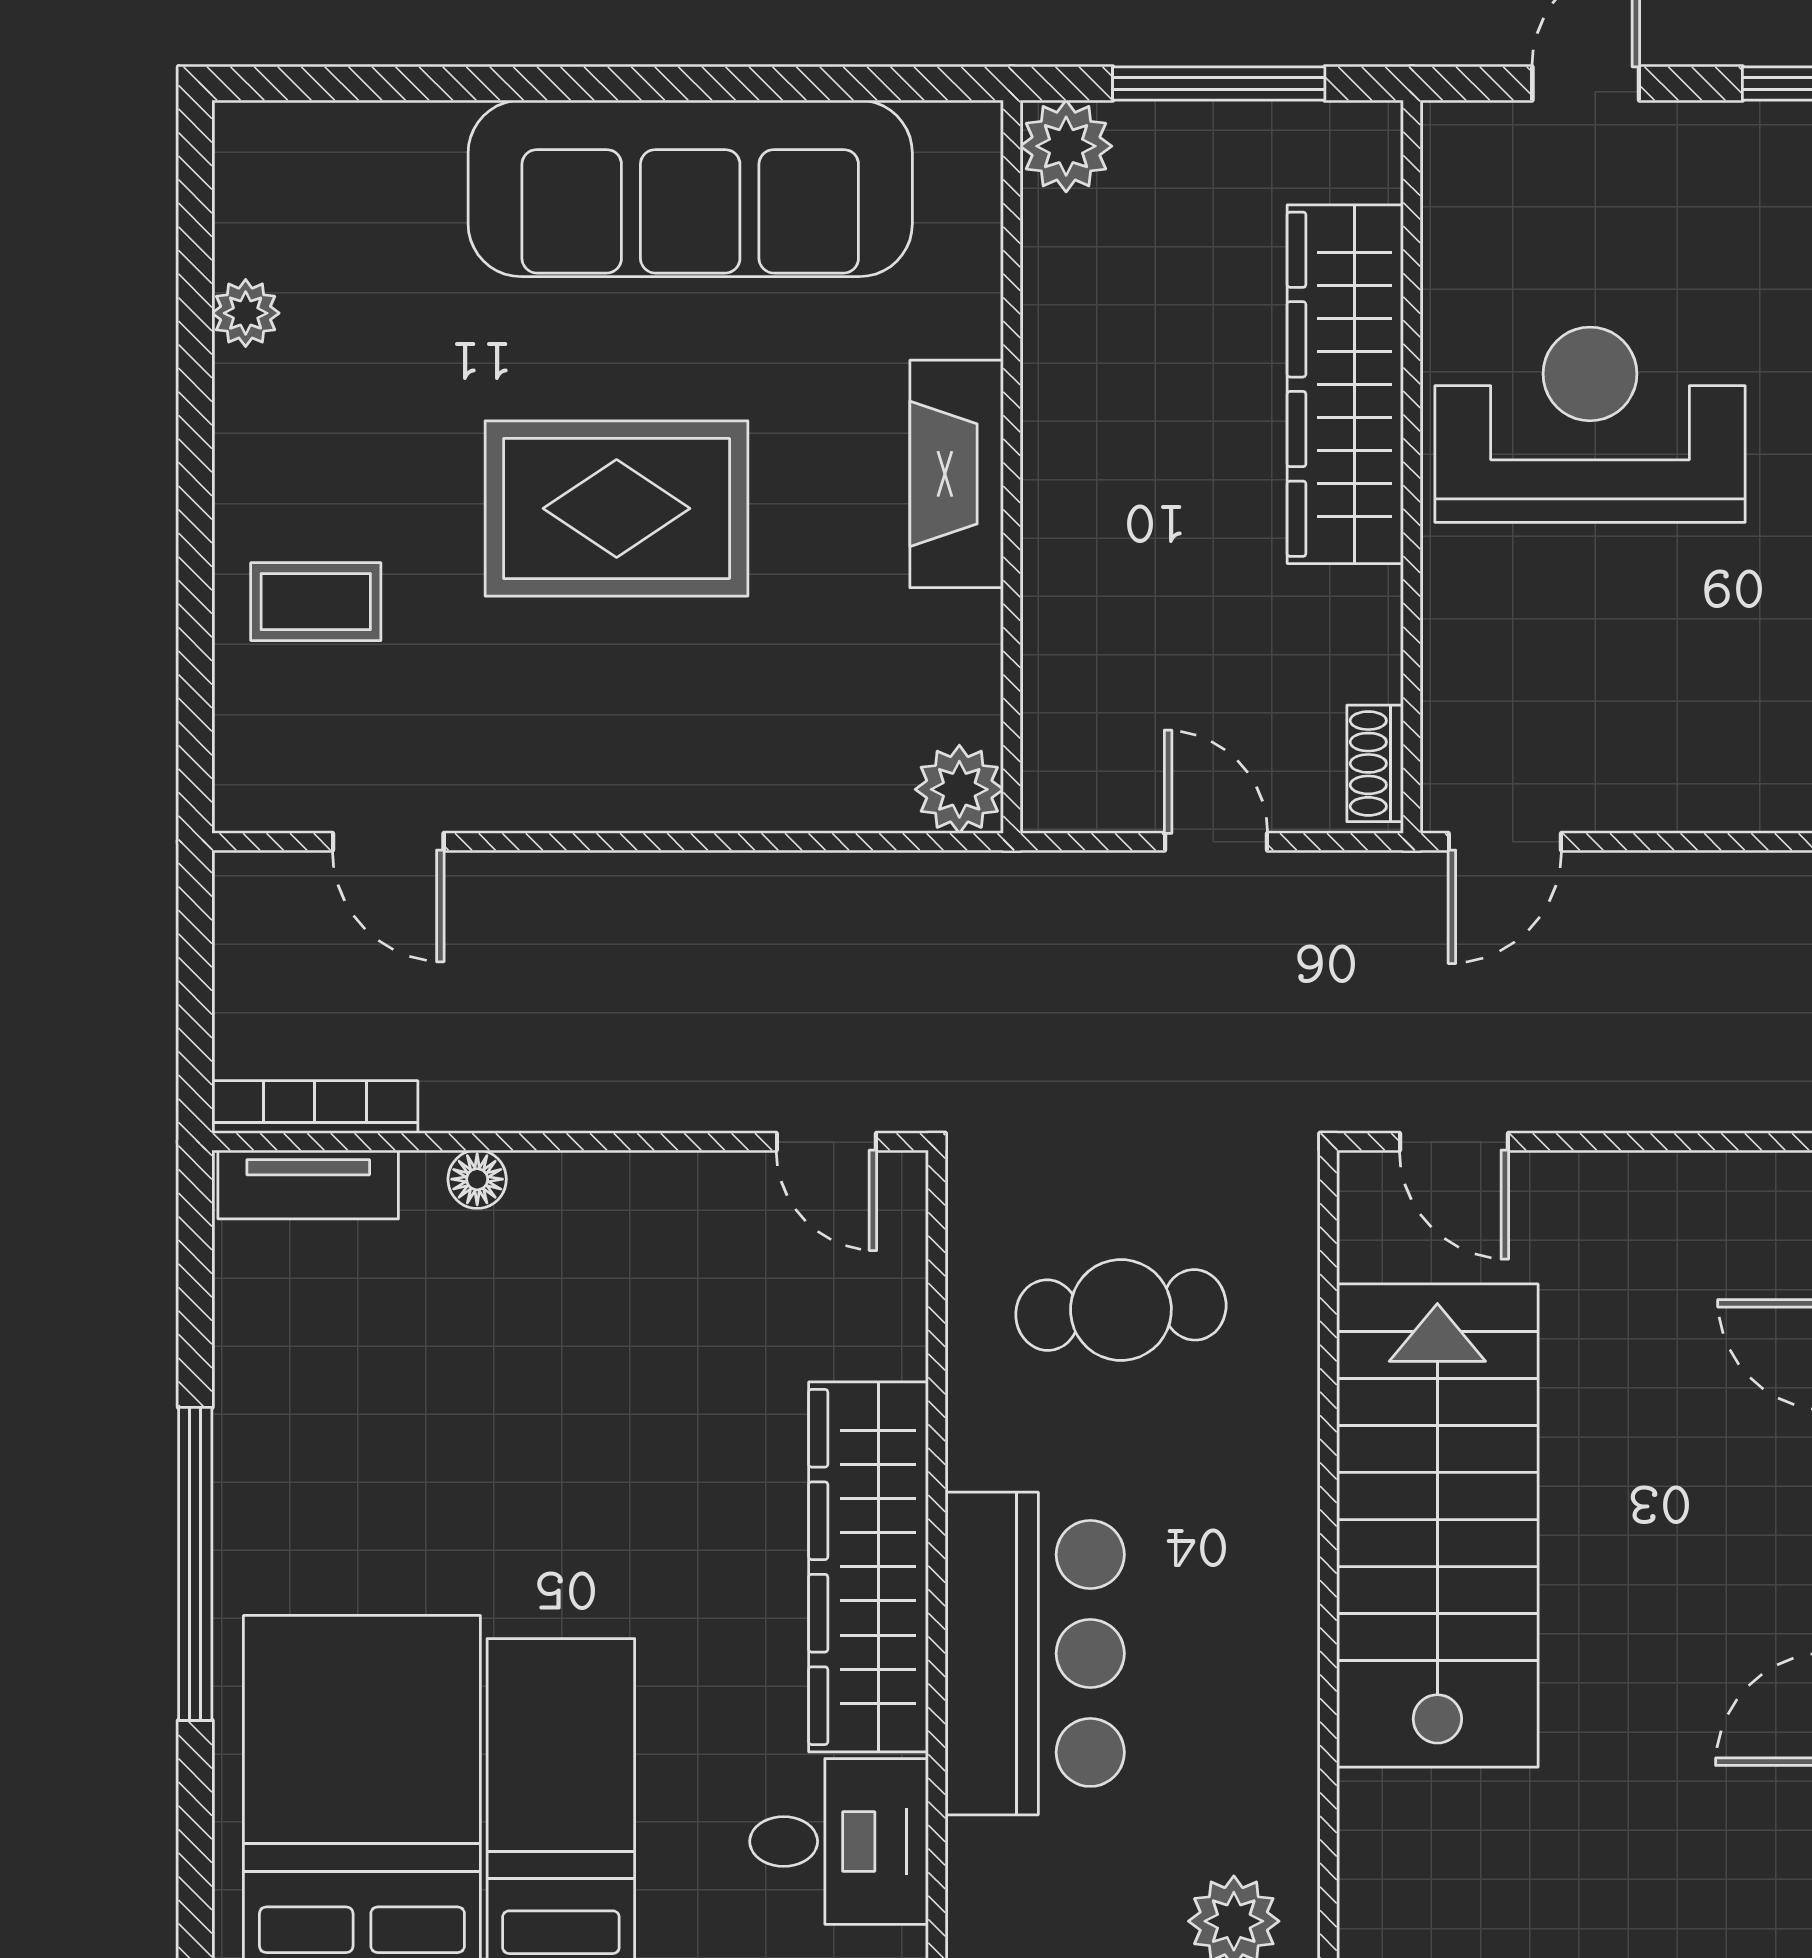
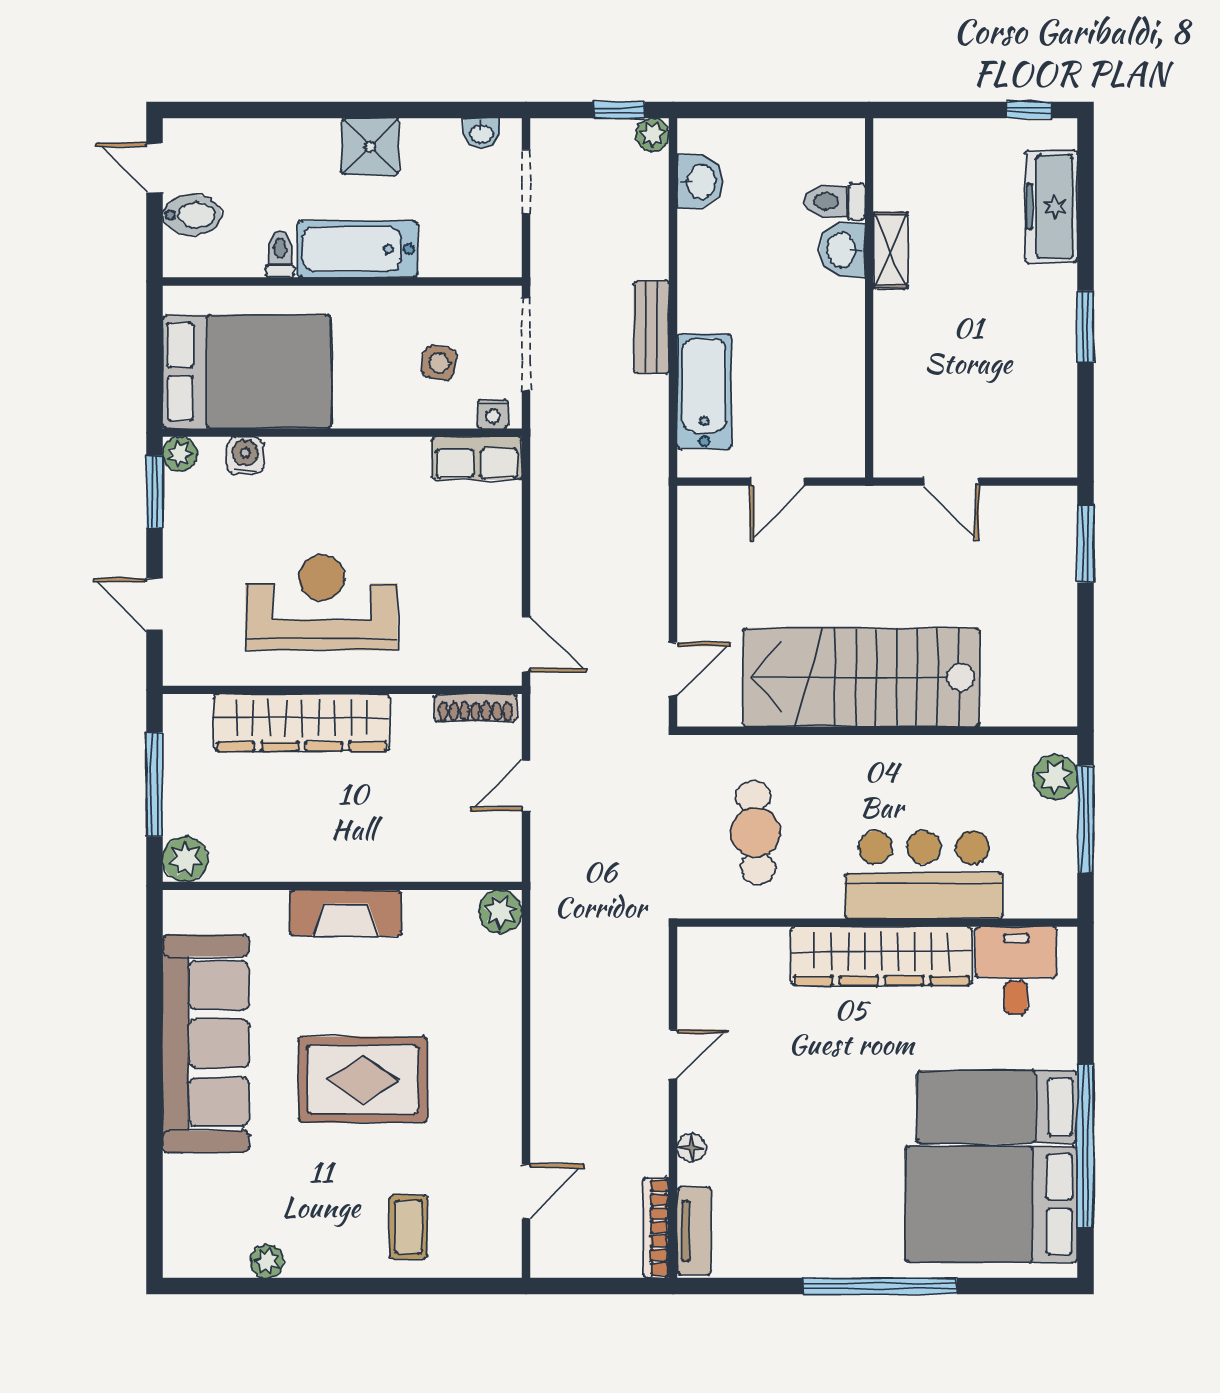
reception desk: (1590, 425) -> (322, 602), turned 90
rug: (617, 508) -> (363, 1080), turned 90
shoe rack: (1375, 763) -> (475, 708), width x1.43
door: (826, 1142) -> (673, 1054), moved

